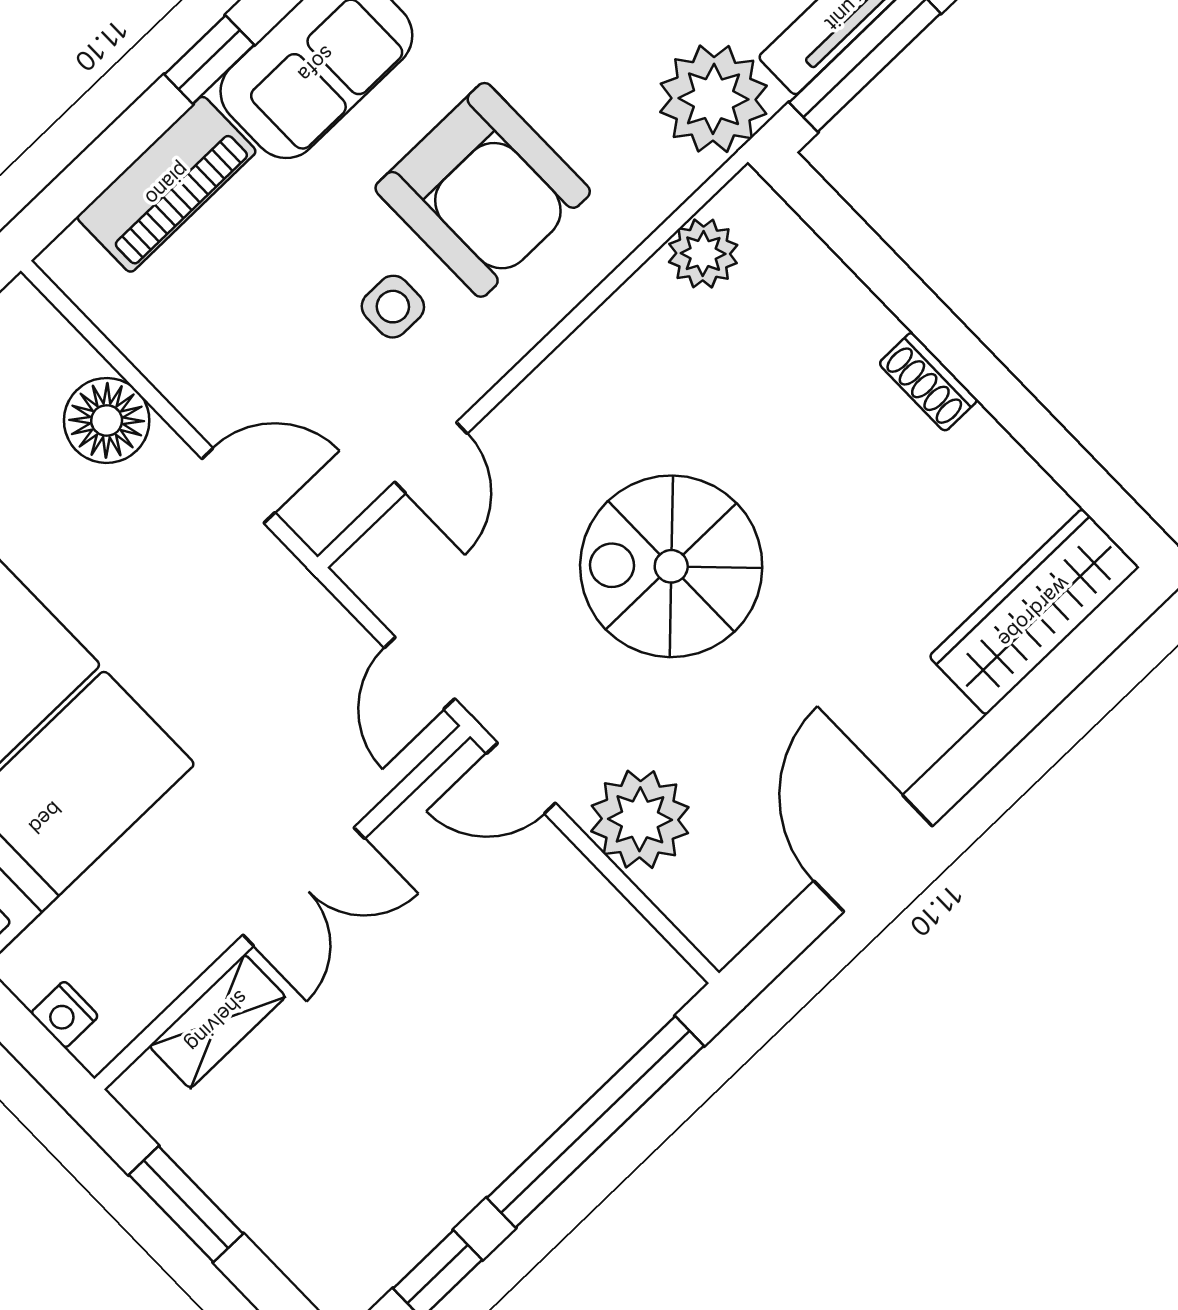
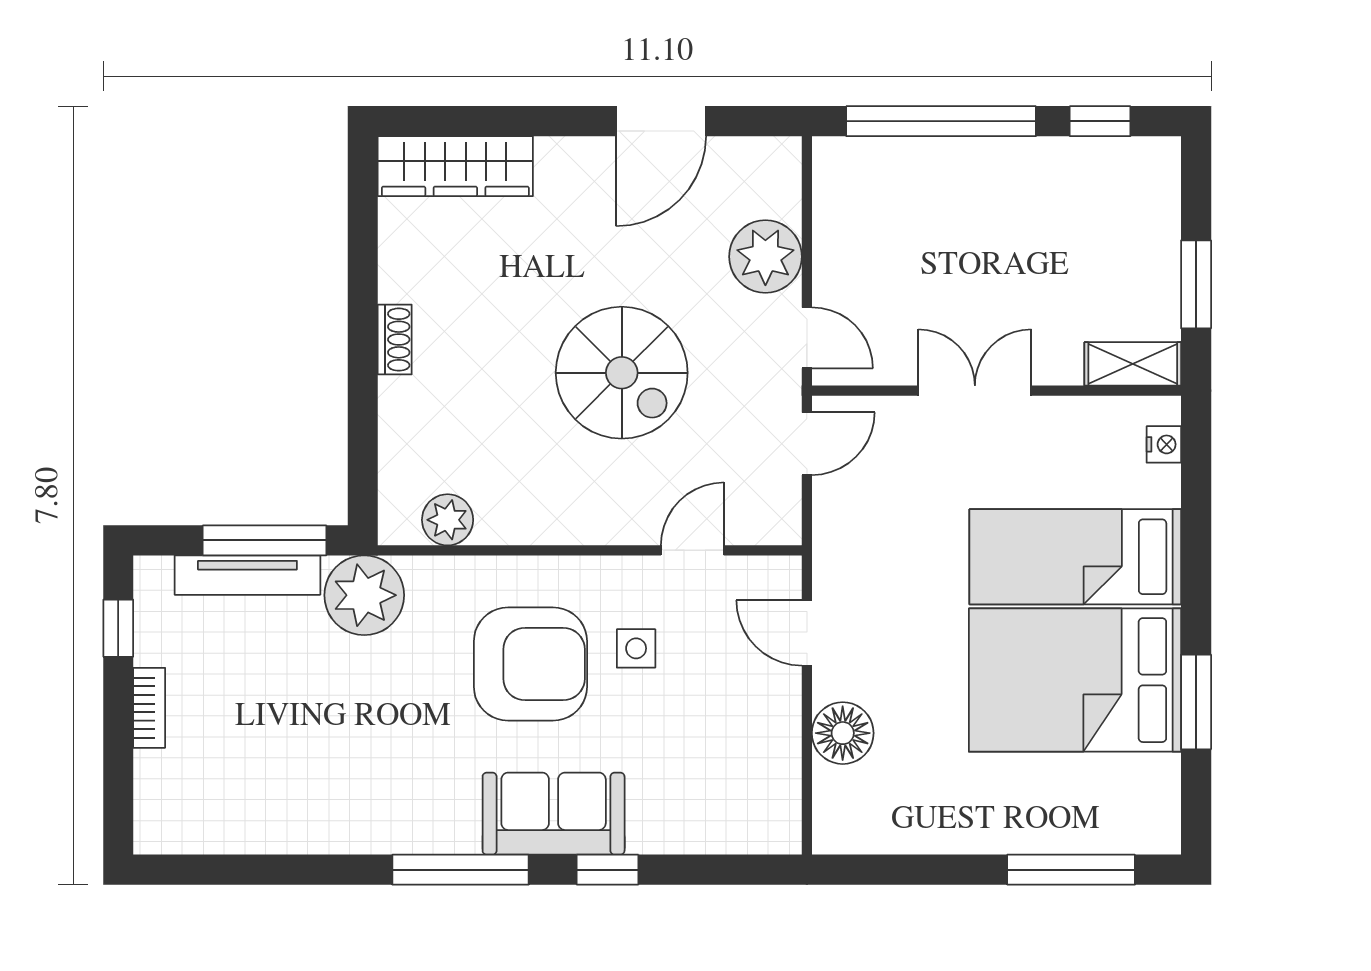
piano: (167, 184) -> (693, 826), removed
armchair: (483, 190) -> (530, 664), turned 90
shelving: (217, 1021) -> (1133, 364), moved

